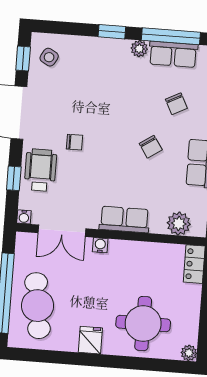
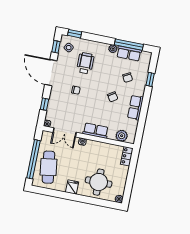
window: (112, 32) -> (75, 34), moved
wheelchair: (40, 170) -> (85, 63), moved

